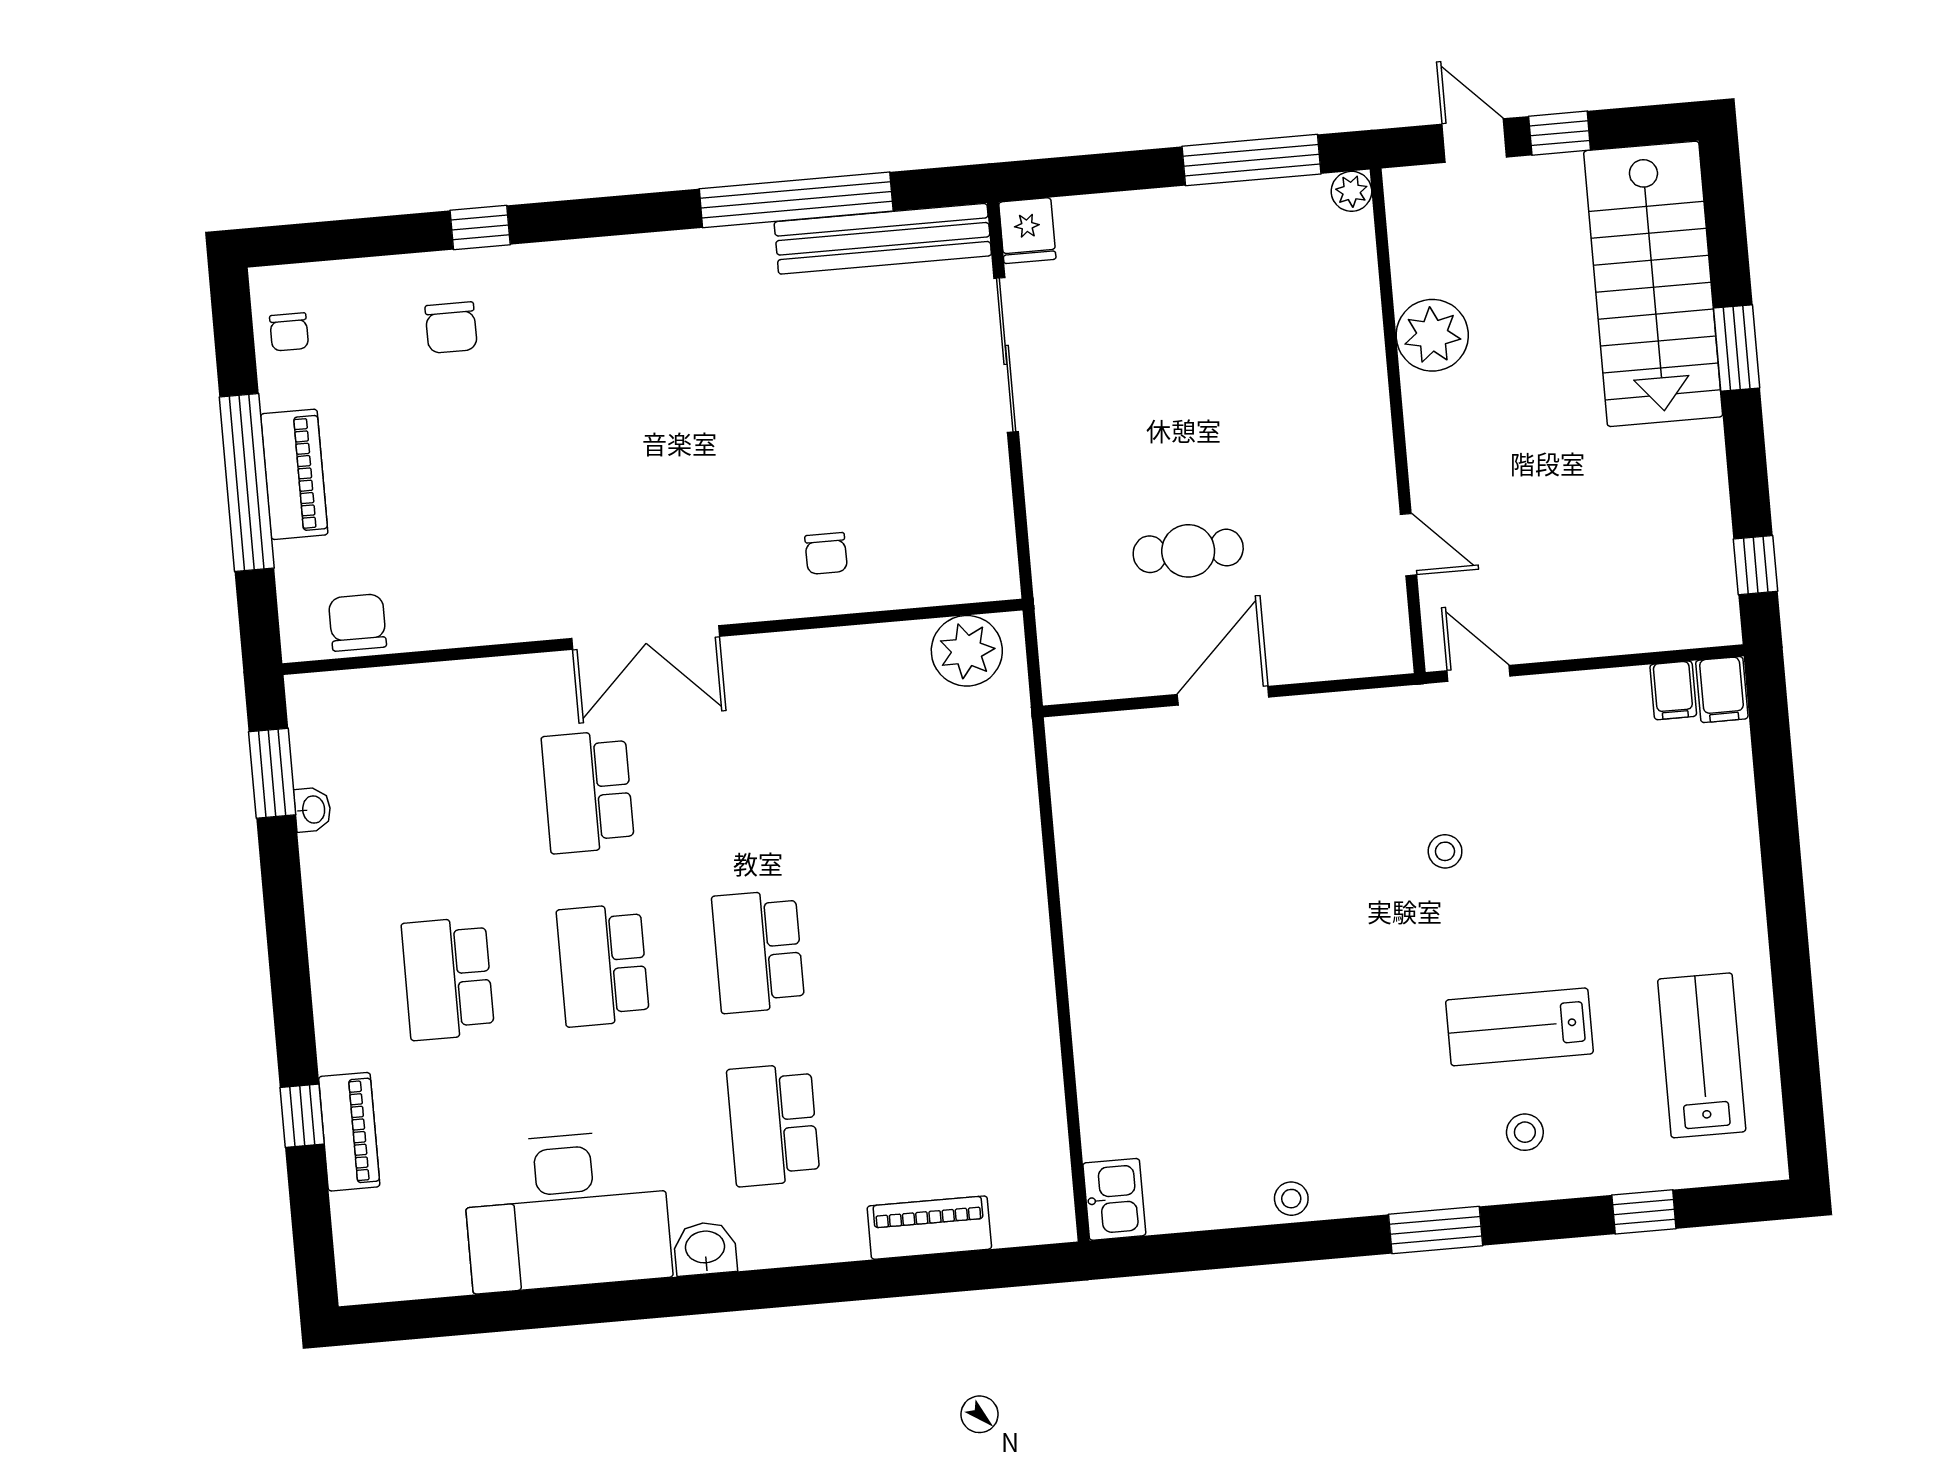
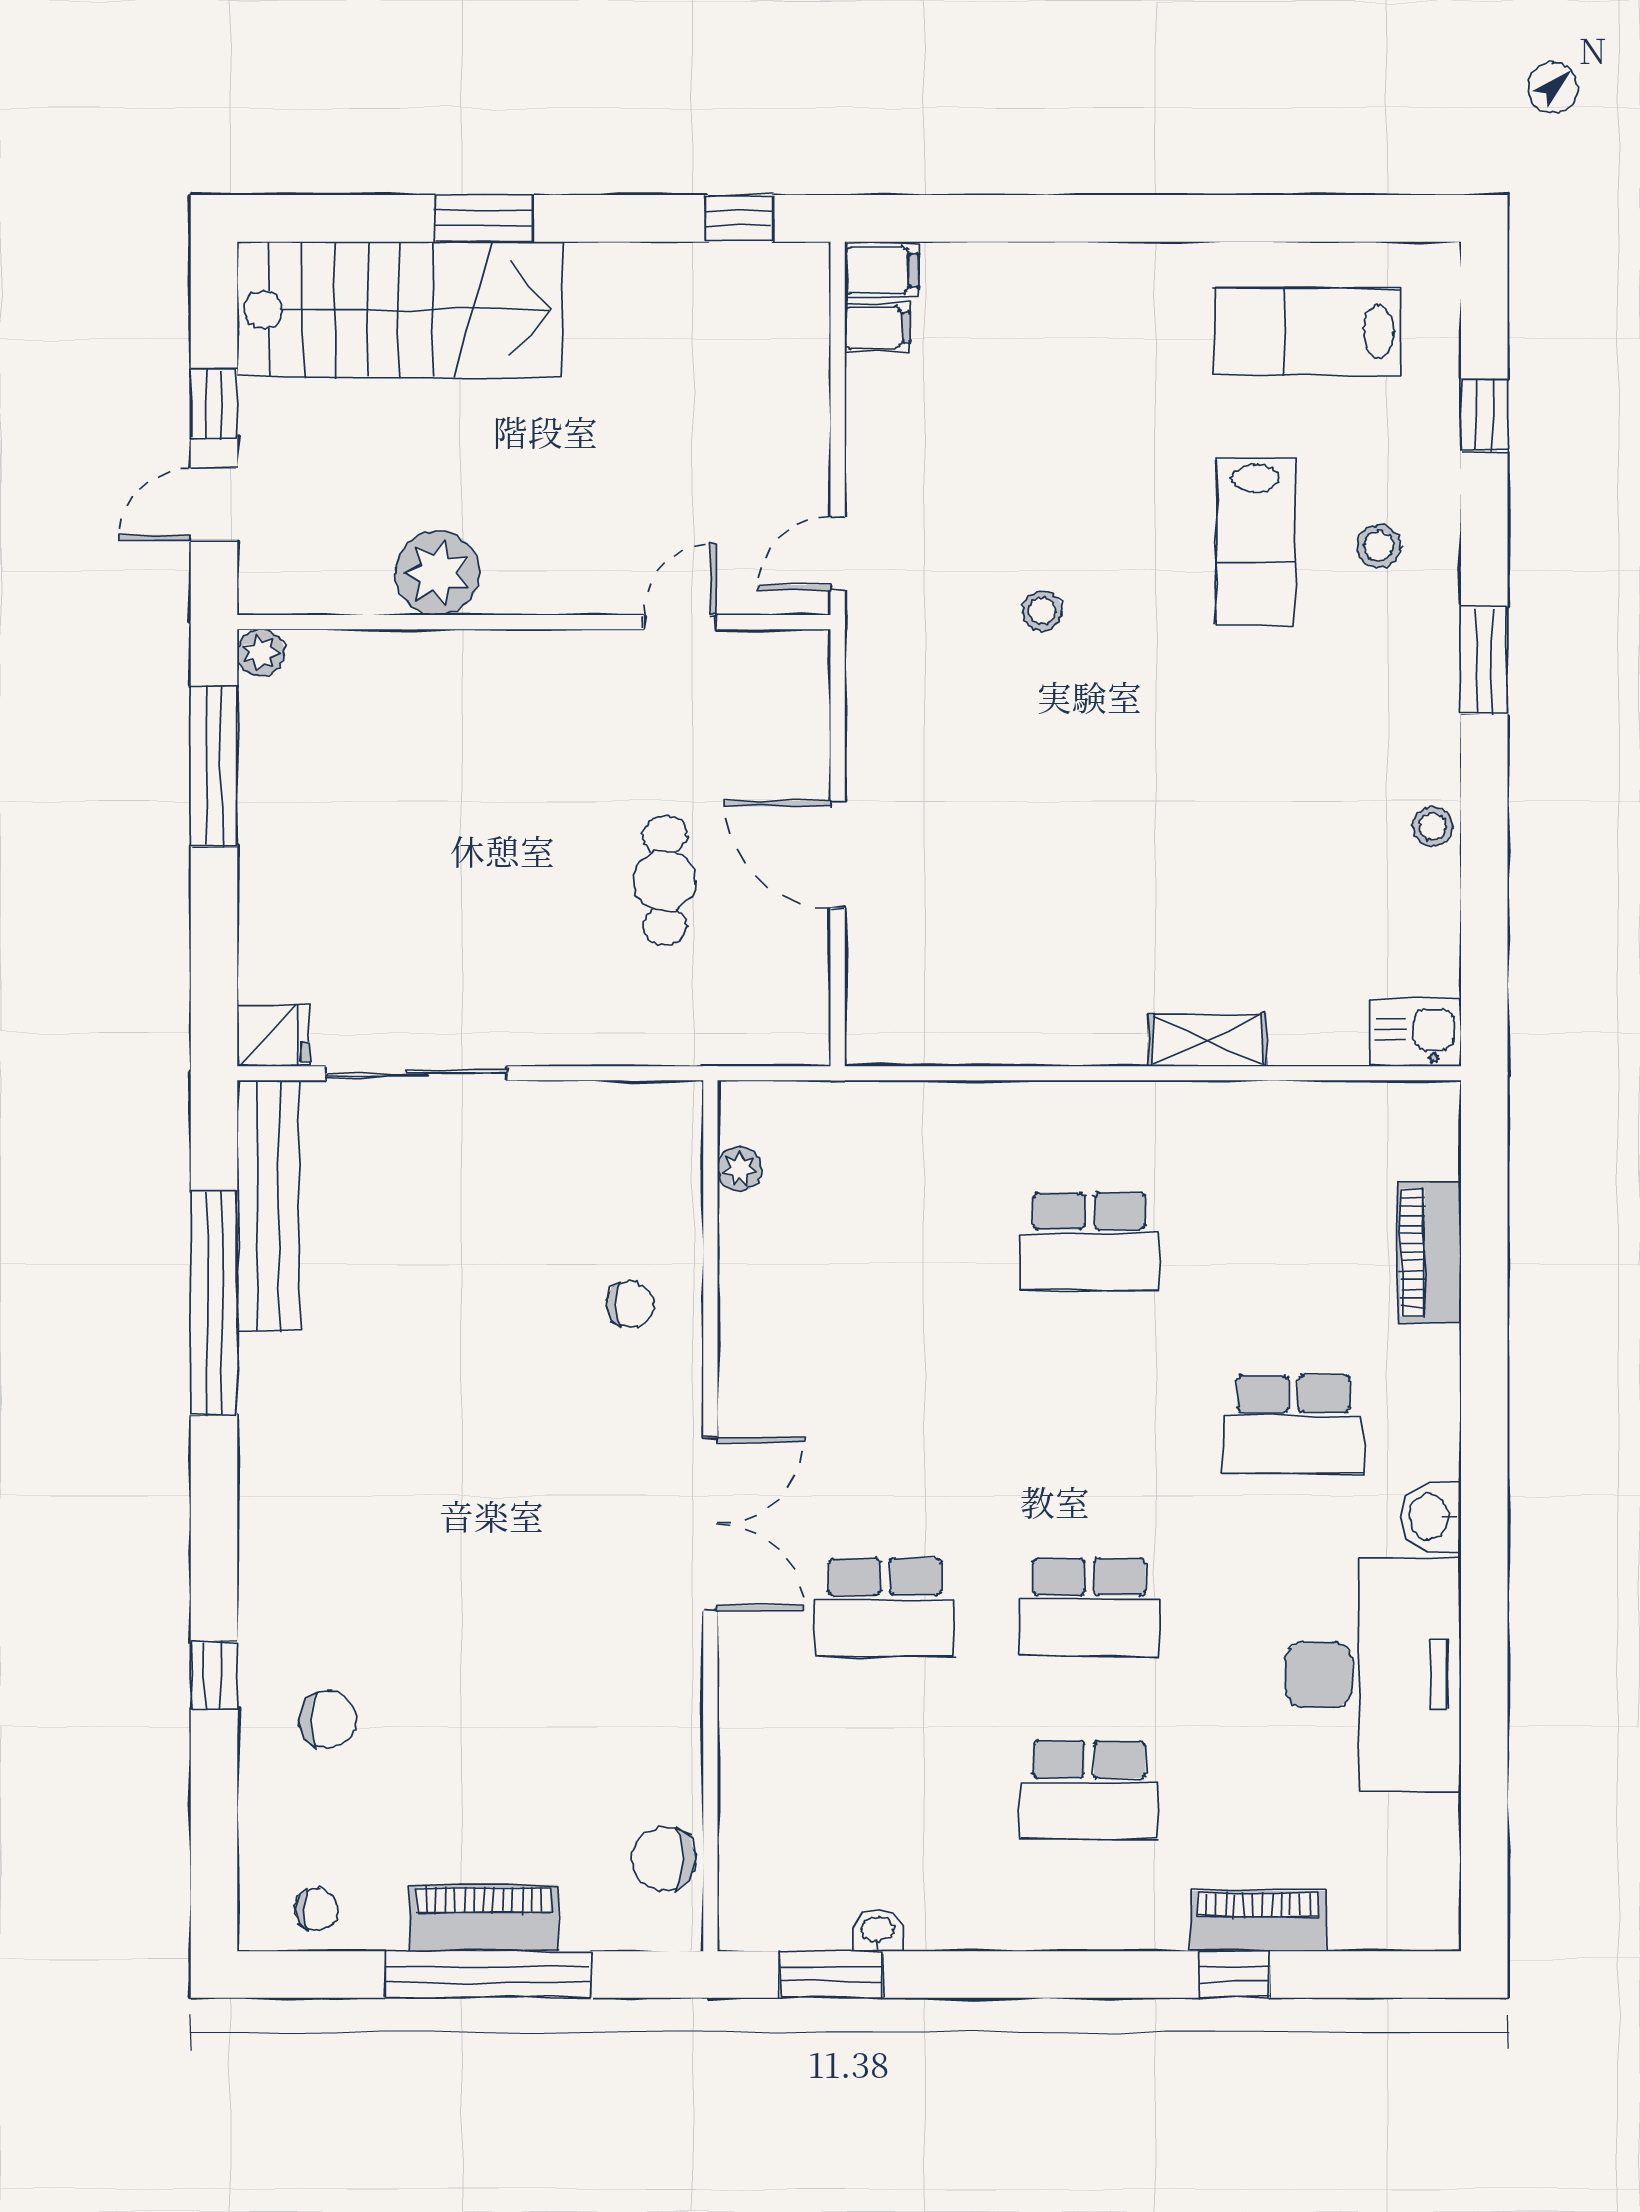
plant: (967, 651) -> (739, 1169), width x0.53, depth x0.53
school desk: (758, 952) -> (1089, 1242), moved
shelving: (1093, 1023) -> (1207, 1040), added

